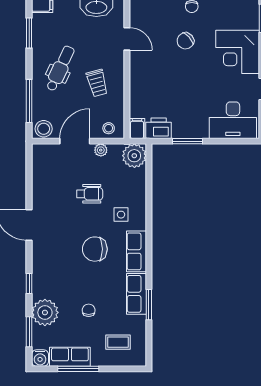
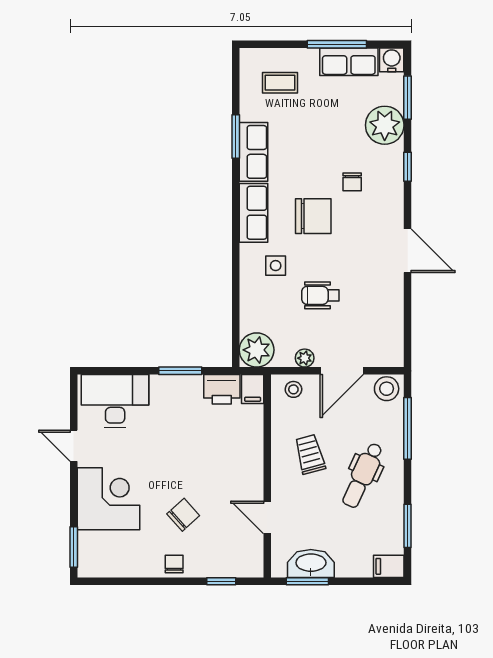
chair: (89, 310) -> (352, 182), moved

